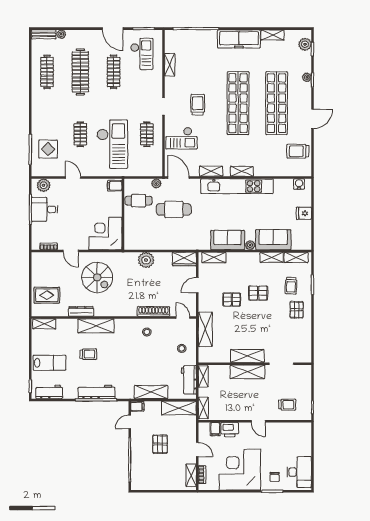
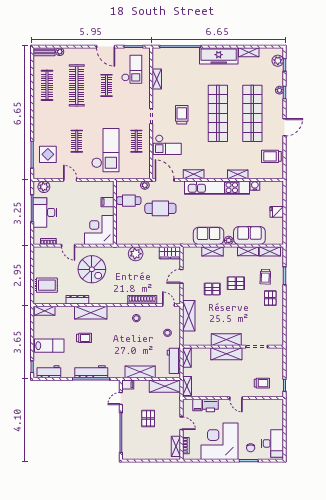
clothes rail: (114, 72) -> (107, 85), width x0.73
shelving: (242, 171) -> (238, 174), moved
water cooler: (299, 184) -> (255, 186), moved
filing cabinet: (115, 186) -> (107, 202), moved
desk: (45, 209) -> (45, 212), width x1.37
shelving: (214, 257) -> (213, 251), moved

